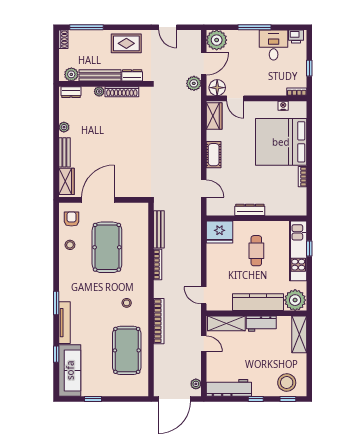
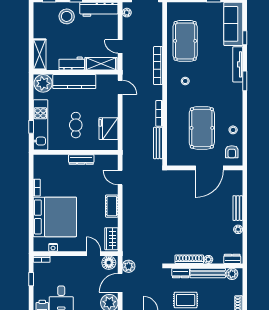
wardrobe: (66, 181) -> (236, 184), removed
fridge: (220, 232) -> (108, 129), moved, turned -90
stool: (287, 383) -> (67, 16), moved

